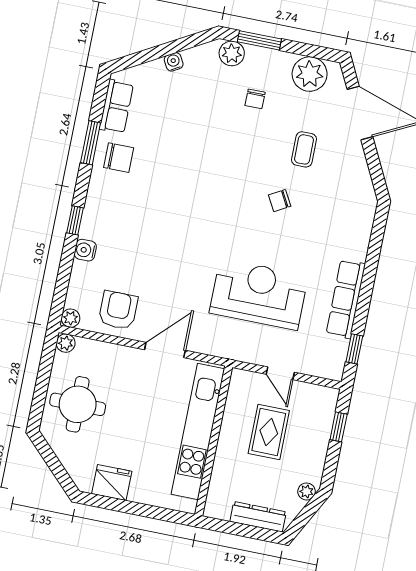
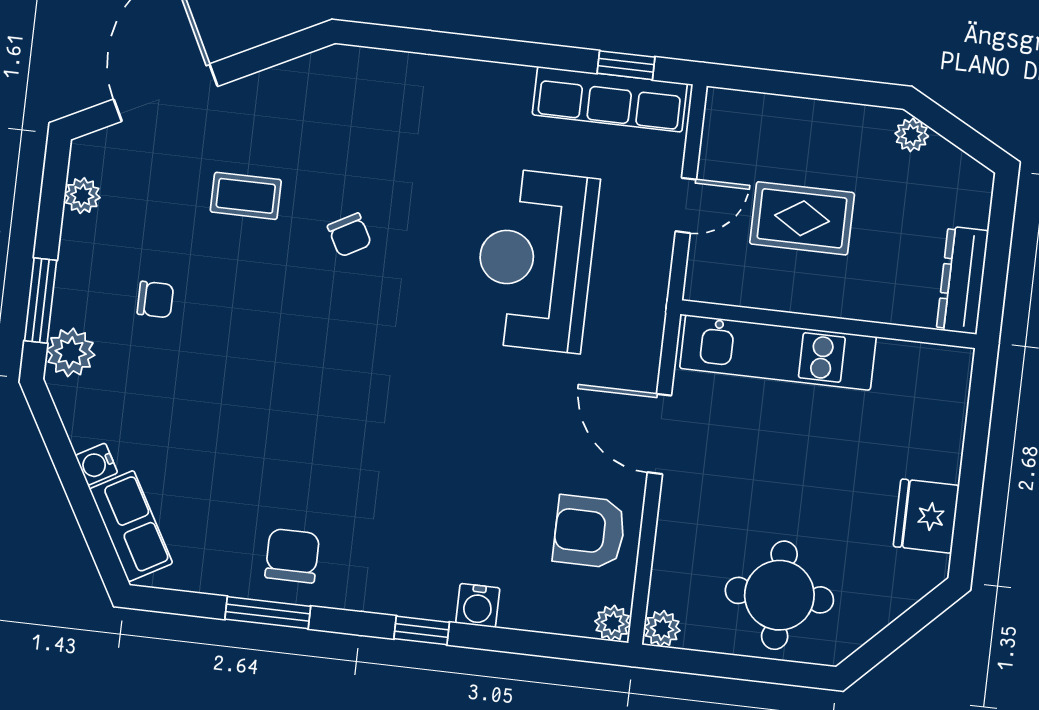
plant: (310, 74) -> (82, 196), width x0.53, depth x0.53
row of seats: (116, 106) -> (131, 526), moved, turned 61
row of seats: (346, 299) -> (610, 99), moved
window: (339, 427) -> (781, 83), removed
kitchen unit: (198, 431) -> (778, 352), width x0.73
dresser: (258, 517) -> (962, 280), moved

